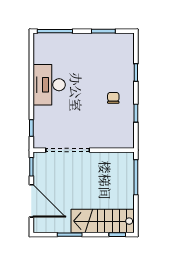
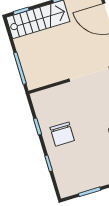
chair: (113, 98) -> (62, 134), width x1.87, depth x1.87

